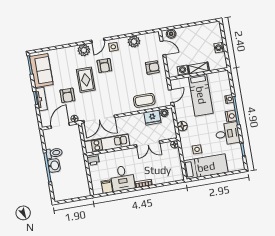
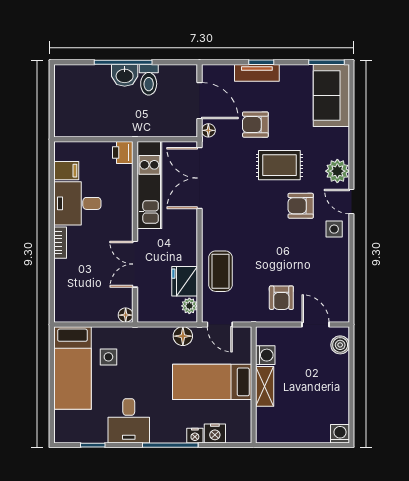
plant: (134, 42) -> (337, 271), removed
door: (163, 48) -> (316, 324), swing flipped
washing machine: (219, 48) -> (340, 434), moved
sofa: (41, 71) -> (331, 96), moved, turned 90
nightstand: (231, 116) -> (215, 433), moved
floor lamp: (182, 126) -> (183, 336), moved

